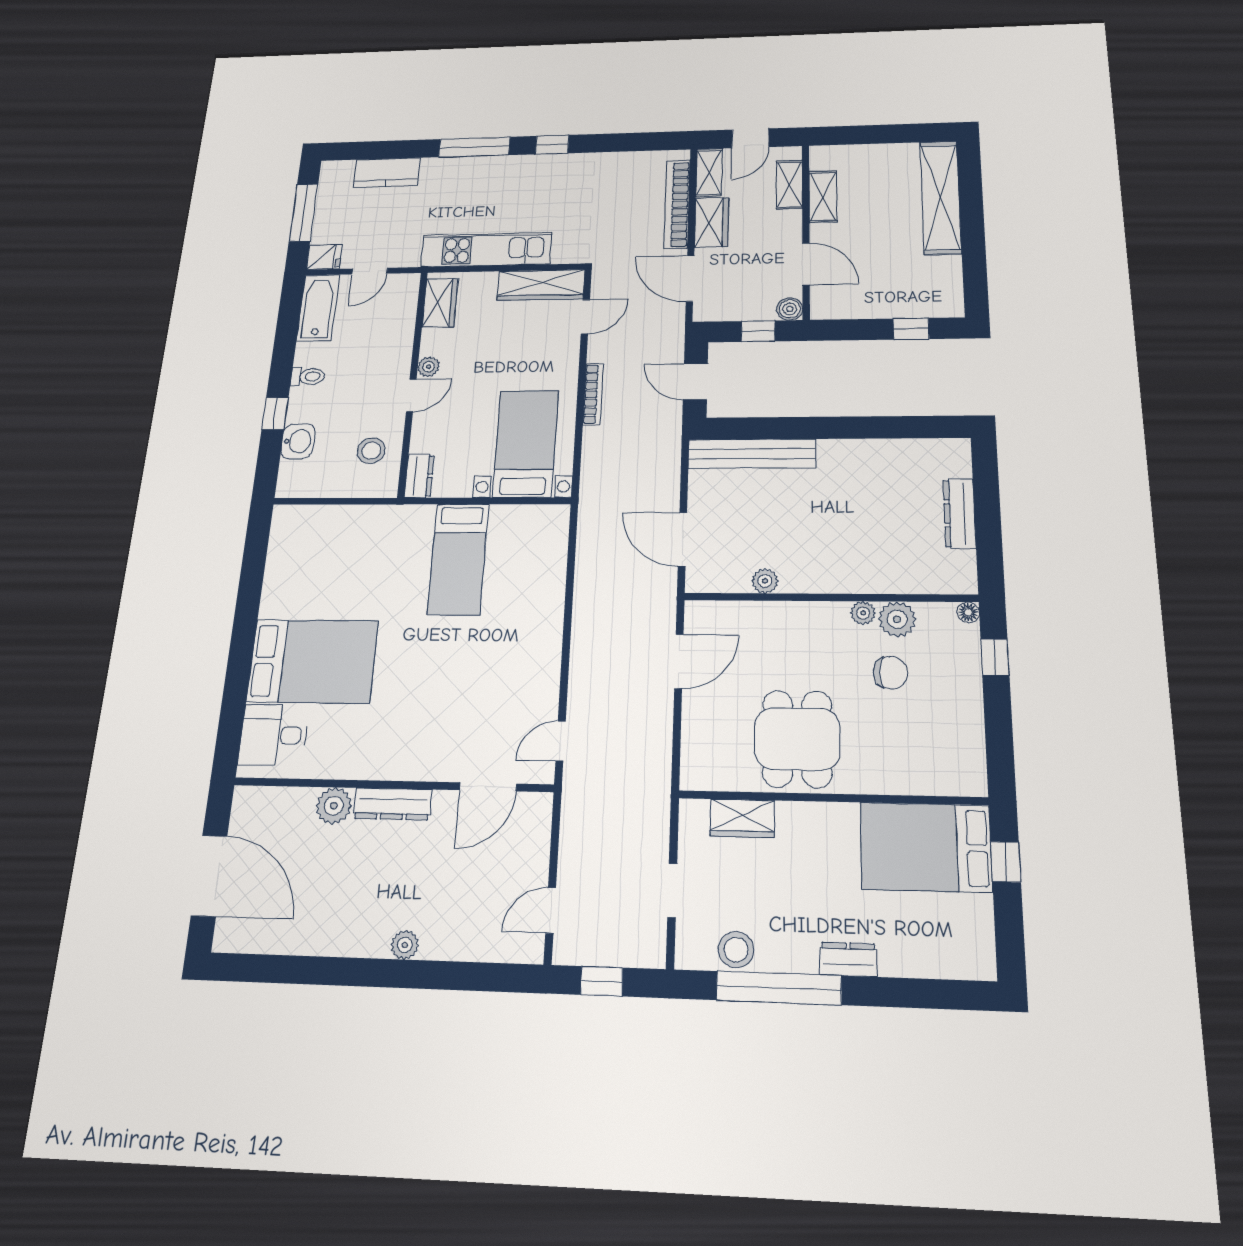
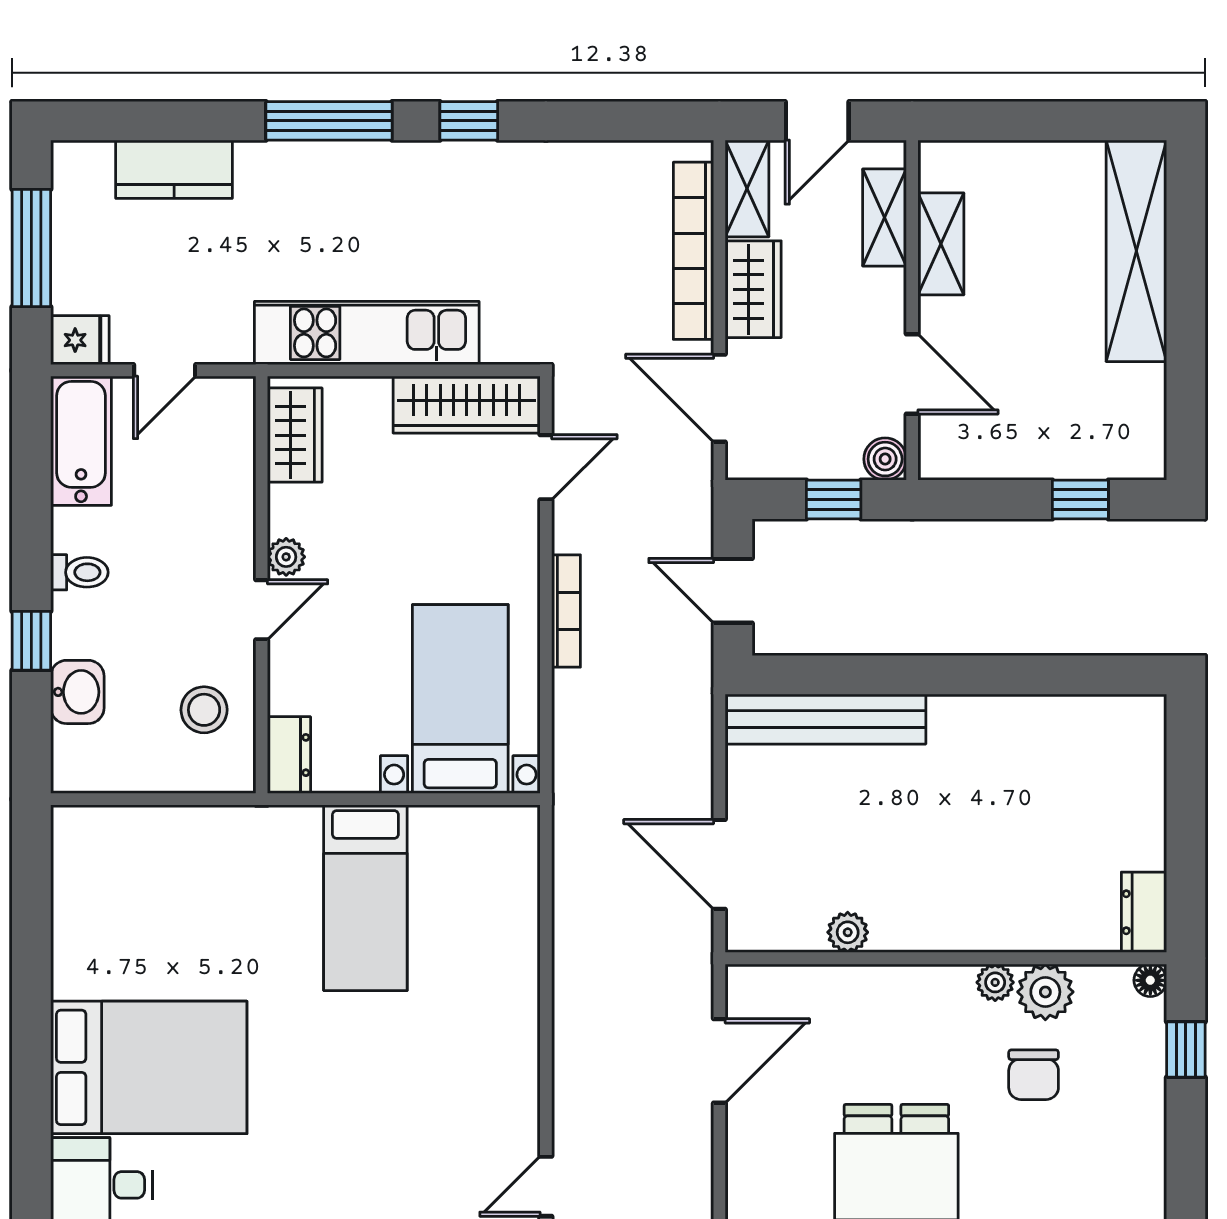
dresser: (959, 513) -> (1144, 912), moved, width x0.70
chair: (890, 673) -> (1034, 1075), turned 90

